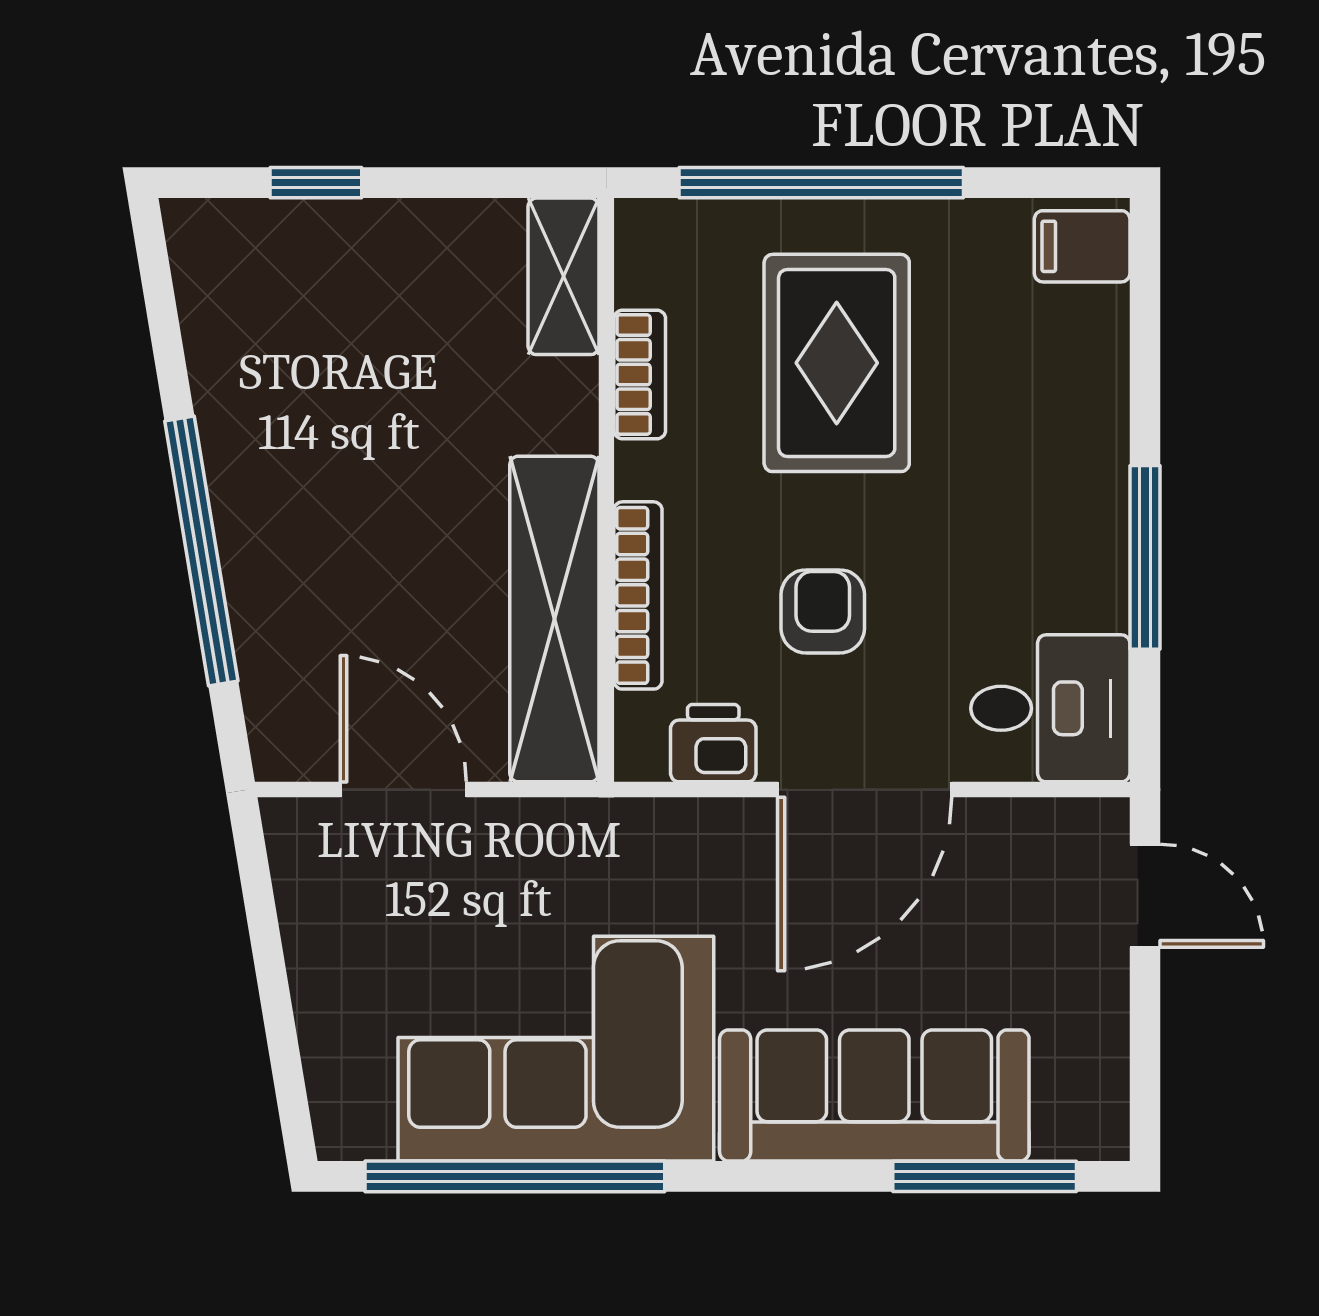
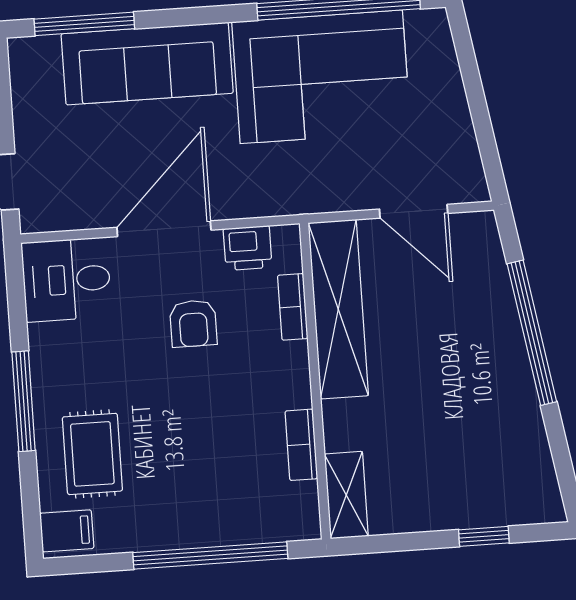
rug: (837, 363) -> (92, 454), moved, width x0.73, depth x0.70
window: (1145, 557) -> (24, 401), moved
bookcase: (638, 595) -> (293, 307), width x0.64

